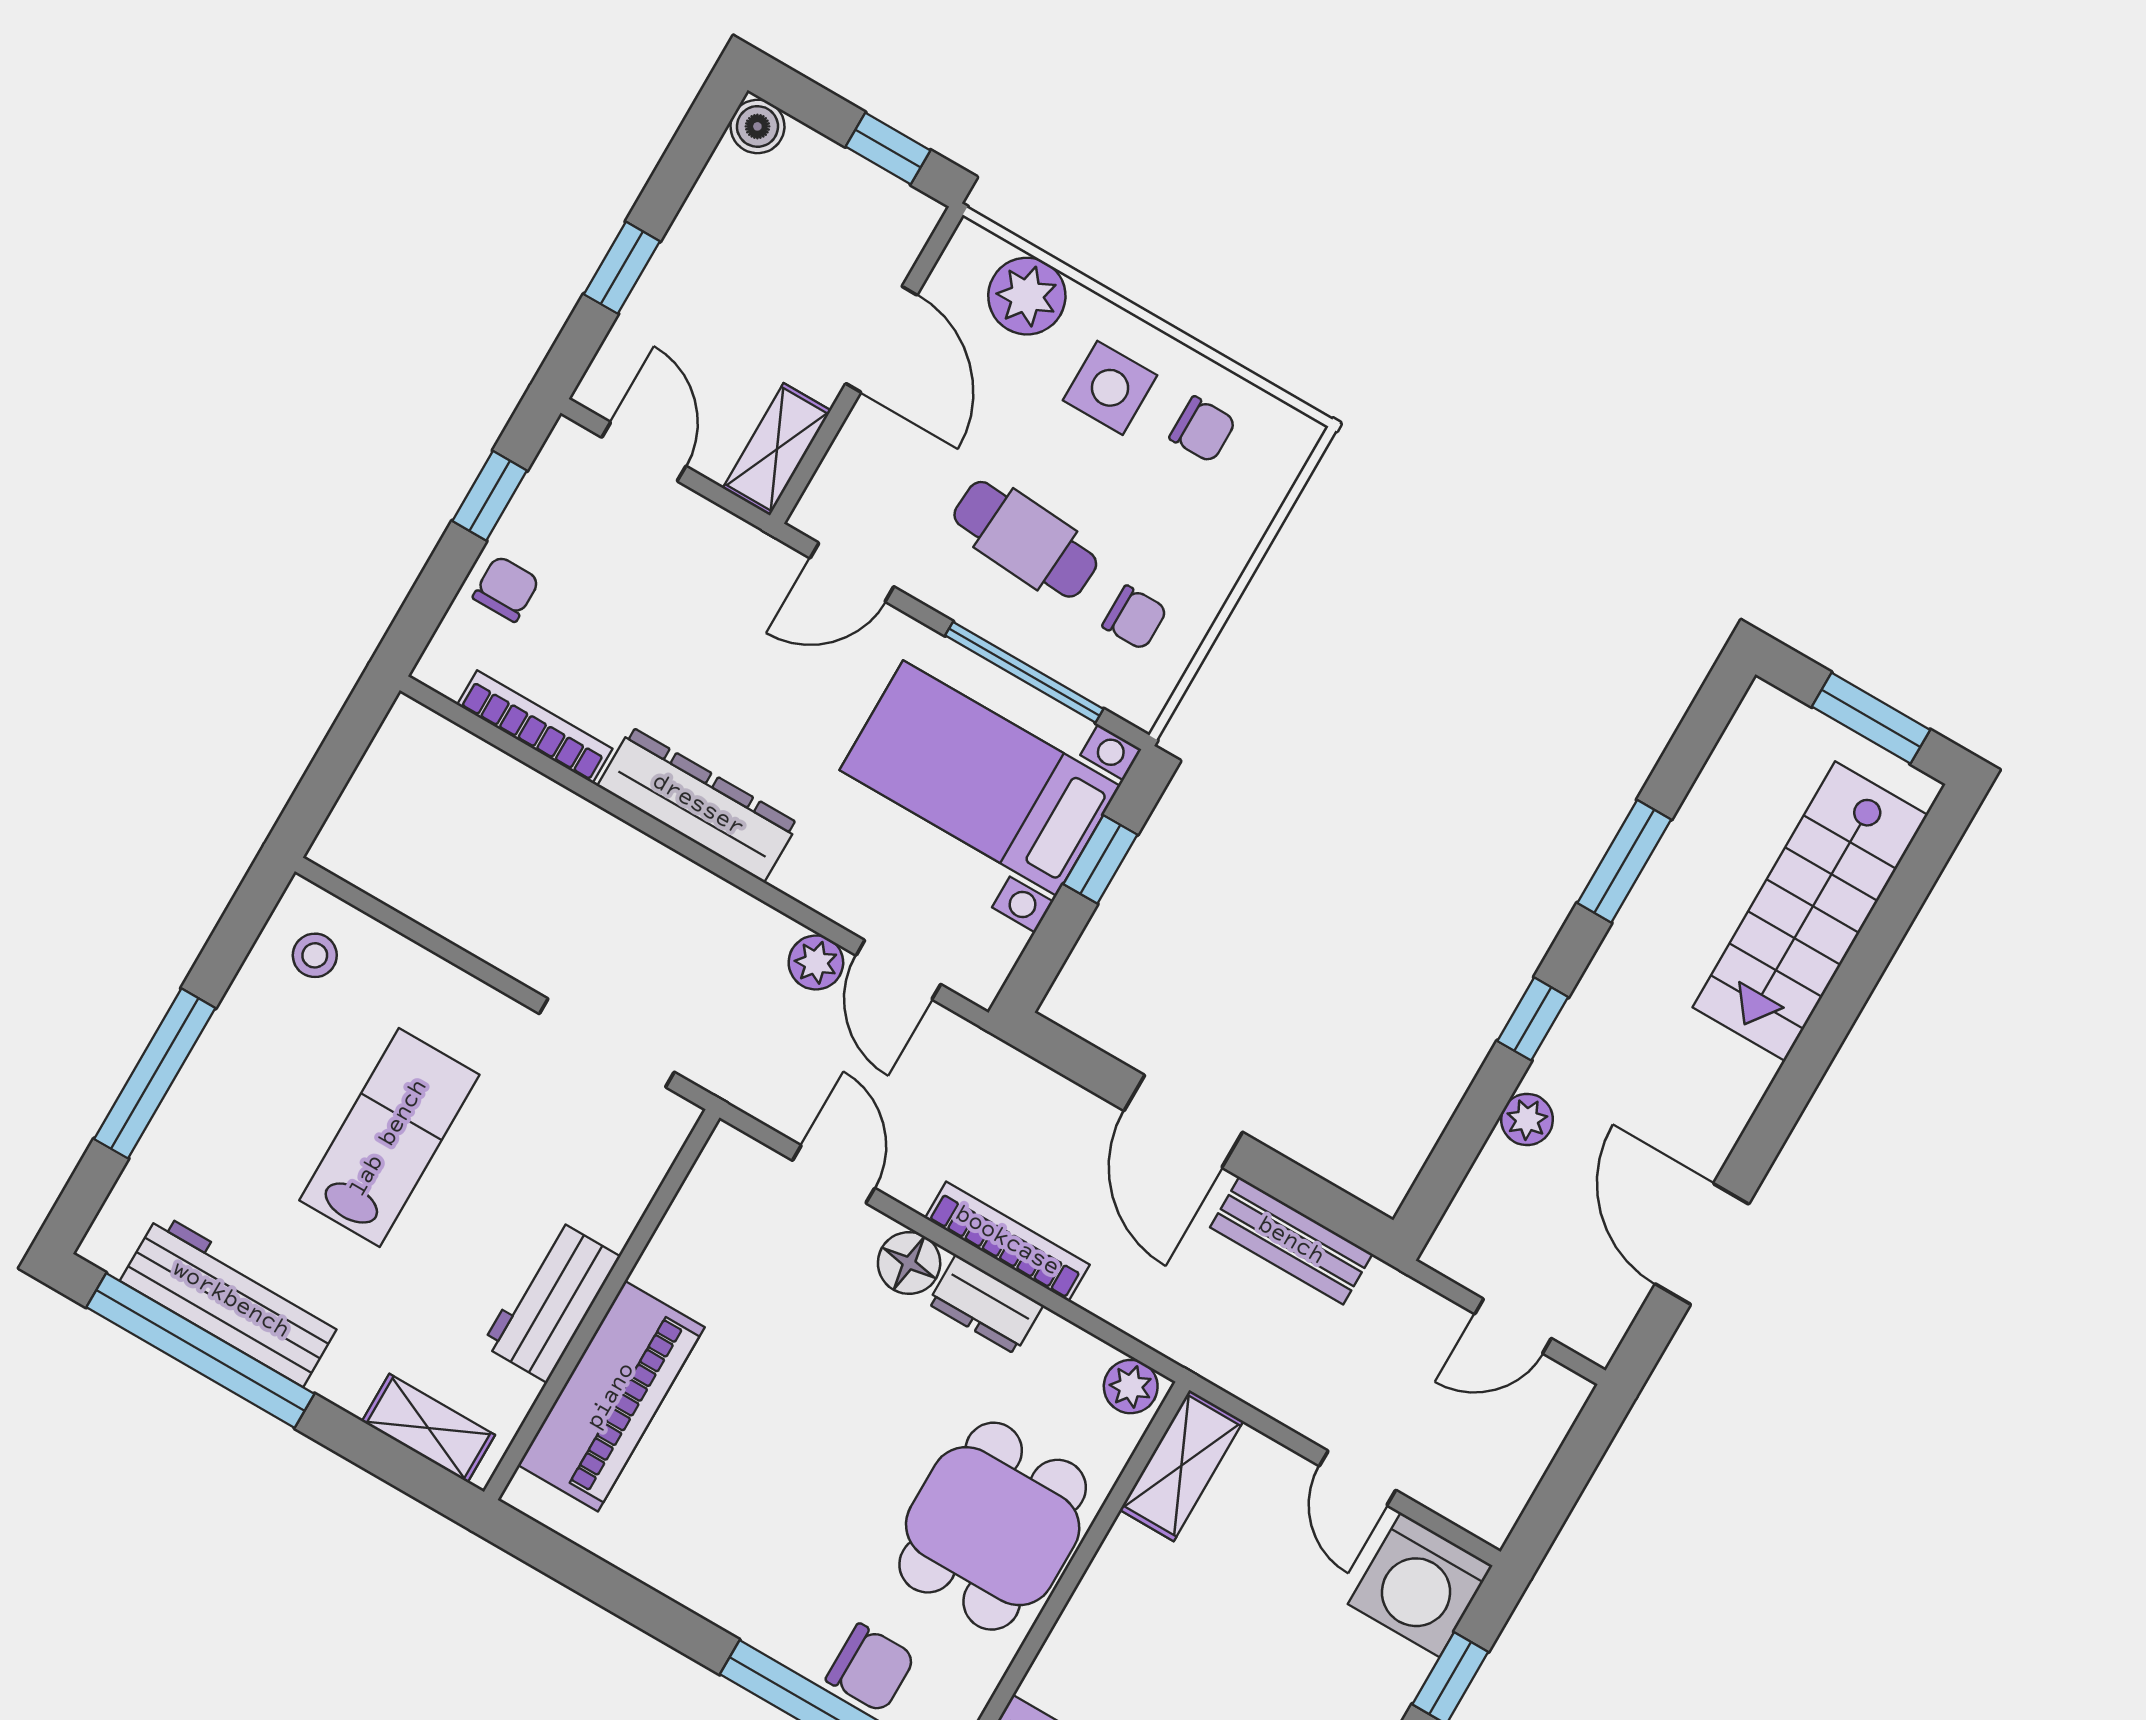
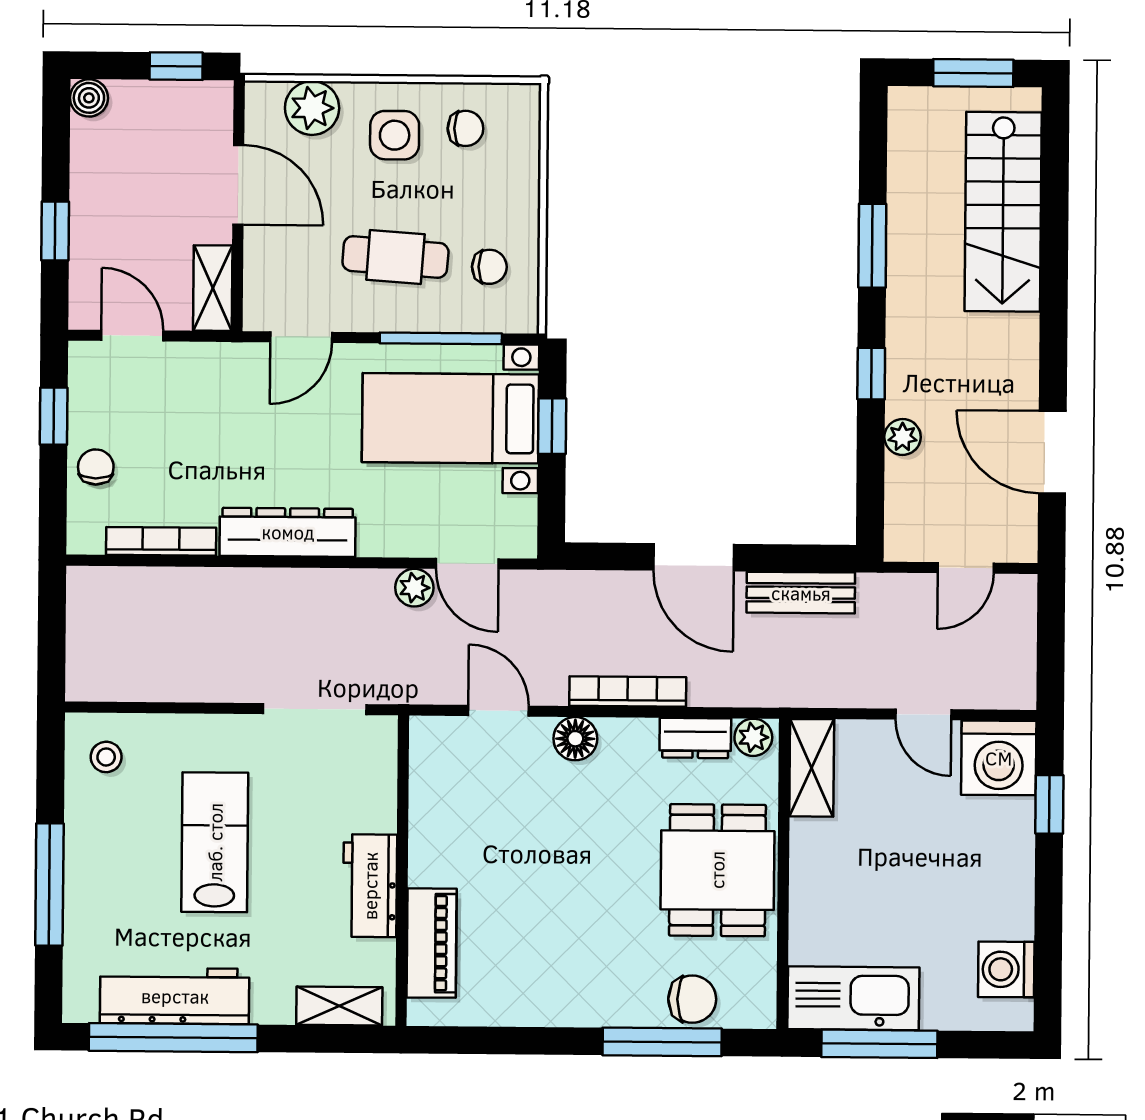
dresser: (986, 1304) -> (695, 738), moved
piano: (611, 1396) -> (432, 943), width x0.73, depth x0.75

